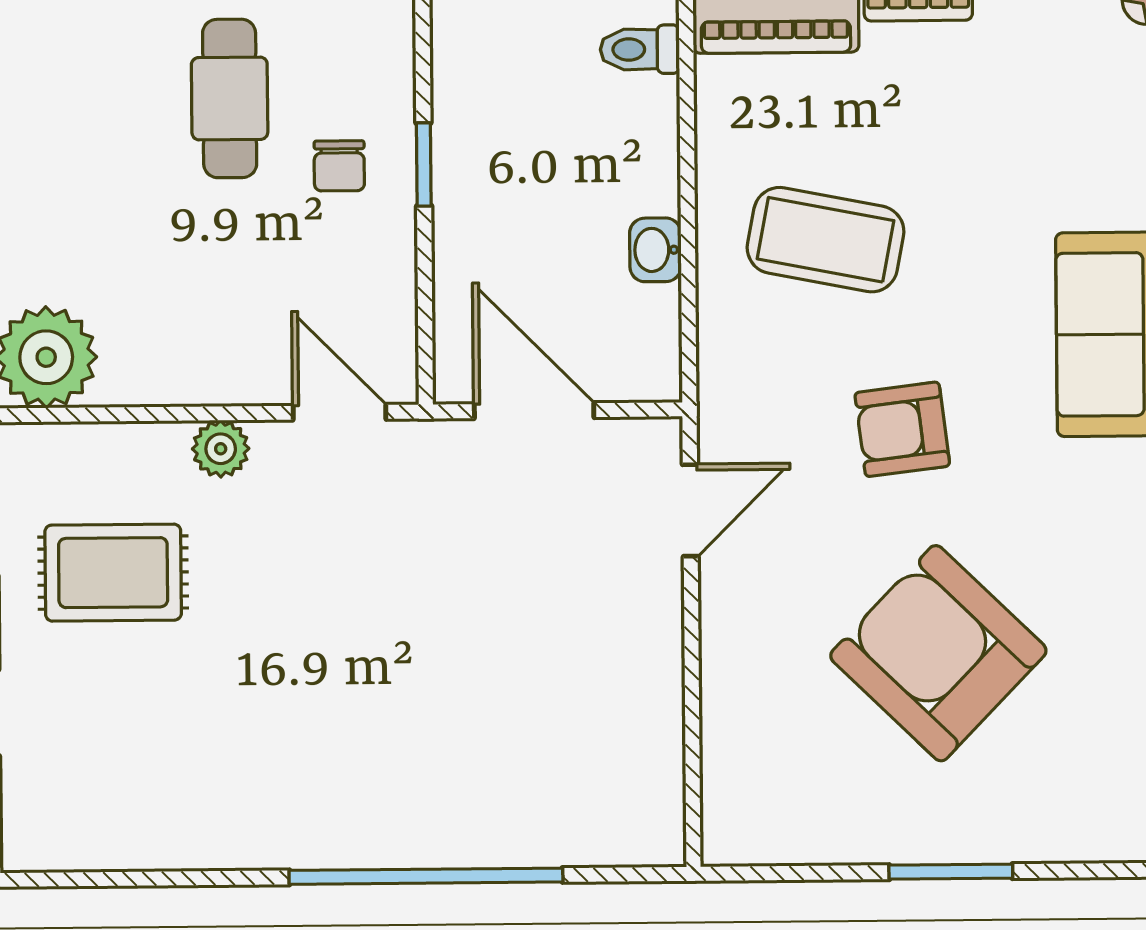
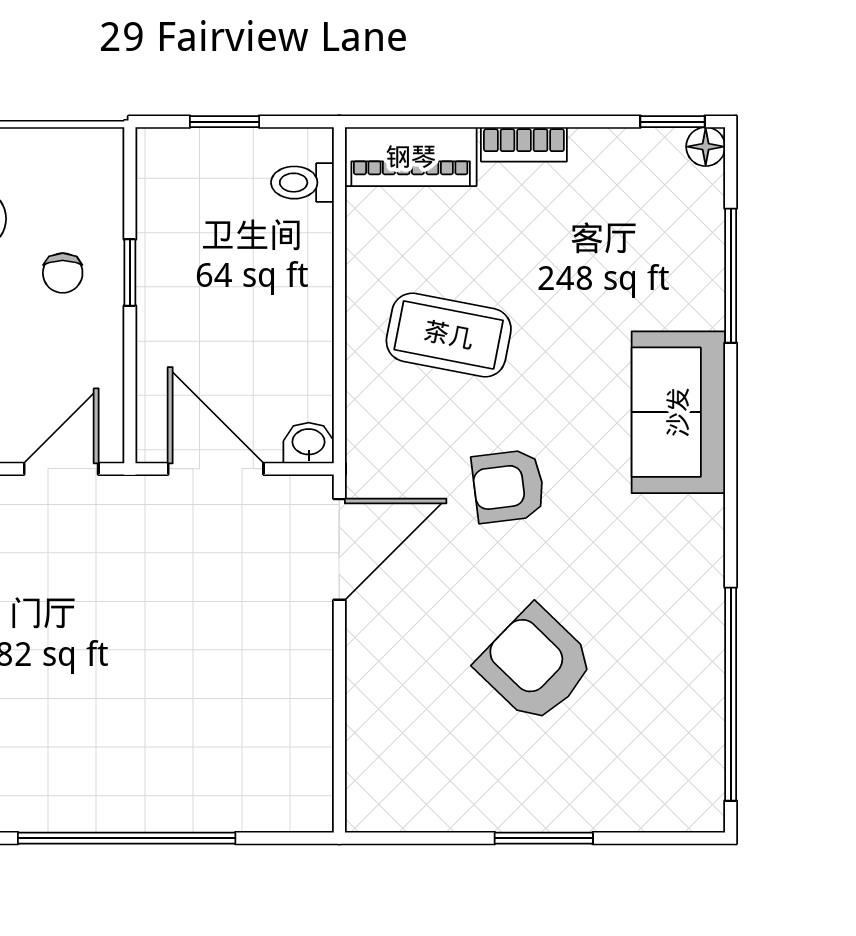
washbasin: (655, 250) -> (309, 443), moved, turned 90
door: (340, 412) -> (61, 469), hinge flipped
door: (690, 510) -> (339, 549), width x1.38
armchair: (938, 653) -> (536, 665), width x0.73, depth x0.73

